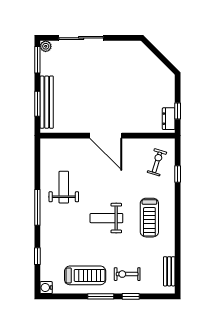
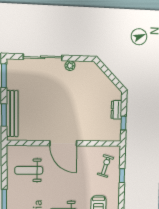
plant: (46, 46) -> (70, 66), moved
dresser: (169, 119) -> (116, 110), moved
weight bench: (64, 187) -> (29, 170), moved, turned -90

